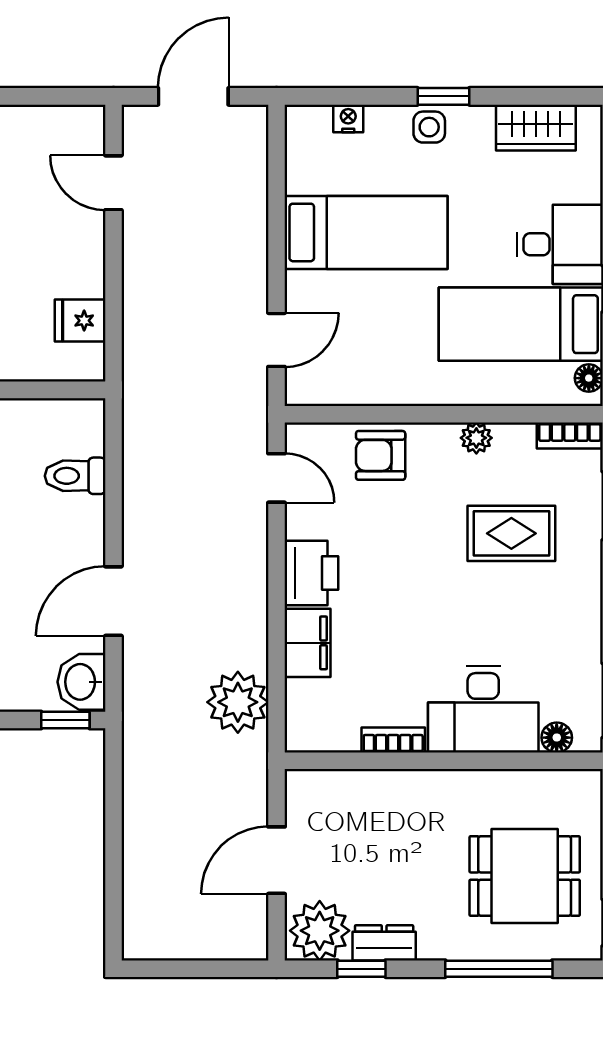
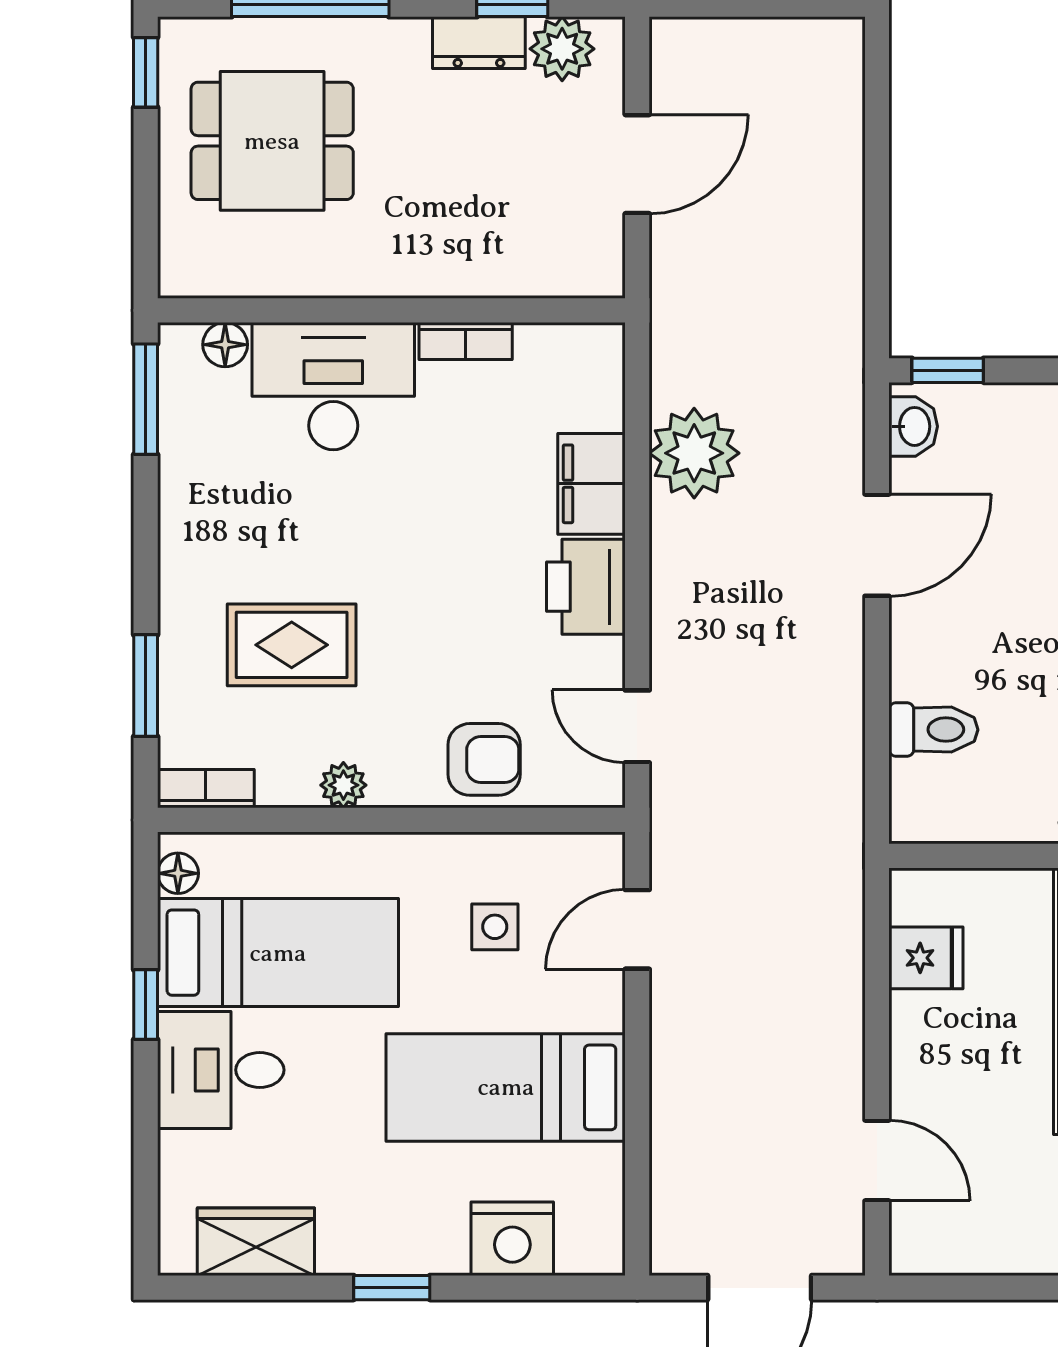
nightstand: (348, 118) -> (512, 1239), width x1.89, depth x1.79
side table: (429, 127) -> (495, 927), moved
washbasin: (82, 682) -> (913, 426), width x0.72, depth x0.69
plant: (238, 702) -> (694, 453), moved
plant: (320, 931) -> (562, 49), width x0.73, depth x0.73

